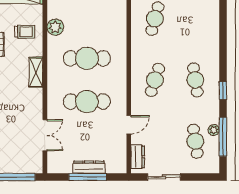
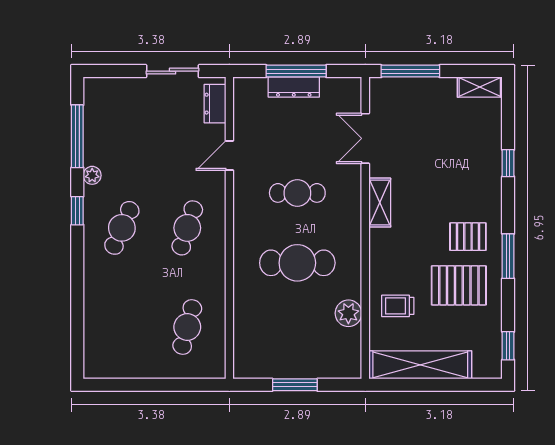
shelving: (36, 72) -> (380, 203), moved
cafe table: (195, 80) -> (122, 228), turned 33
cafe table: (87, 102) -> (297, 193), width x0.73, depth x0.74
plant: (214, 130) -> (92, 175), moved
cafe table: (195, 141) -> (122, 129), removed

